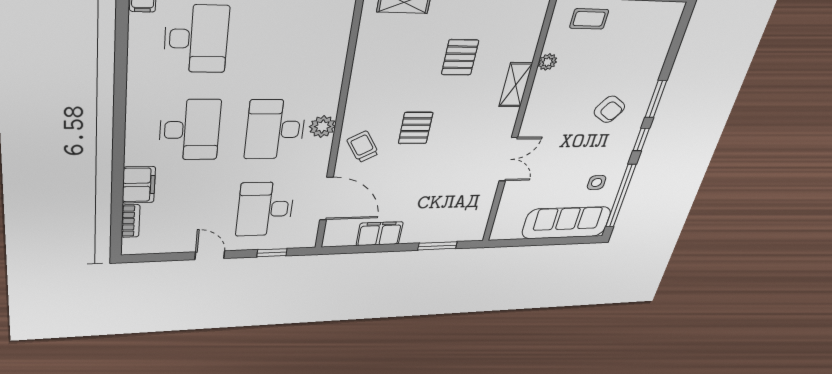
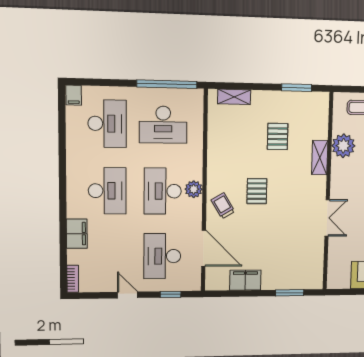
desk: (287, 41) -> (163, 125), added
plant: (548, 62) -> (343, 146), width x1.88, depth x1.88
bookcase: (131, 221) -> (73, 279), moved

